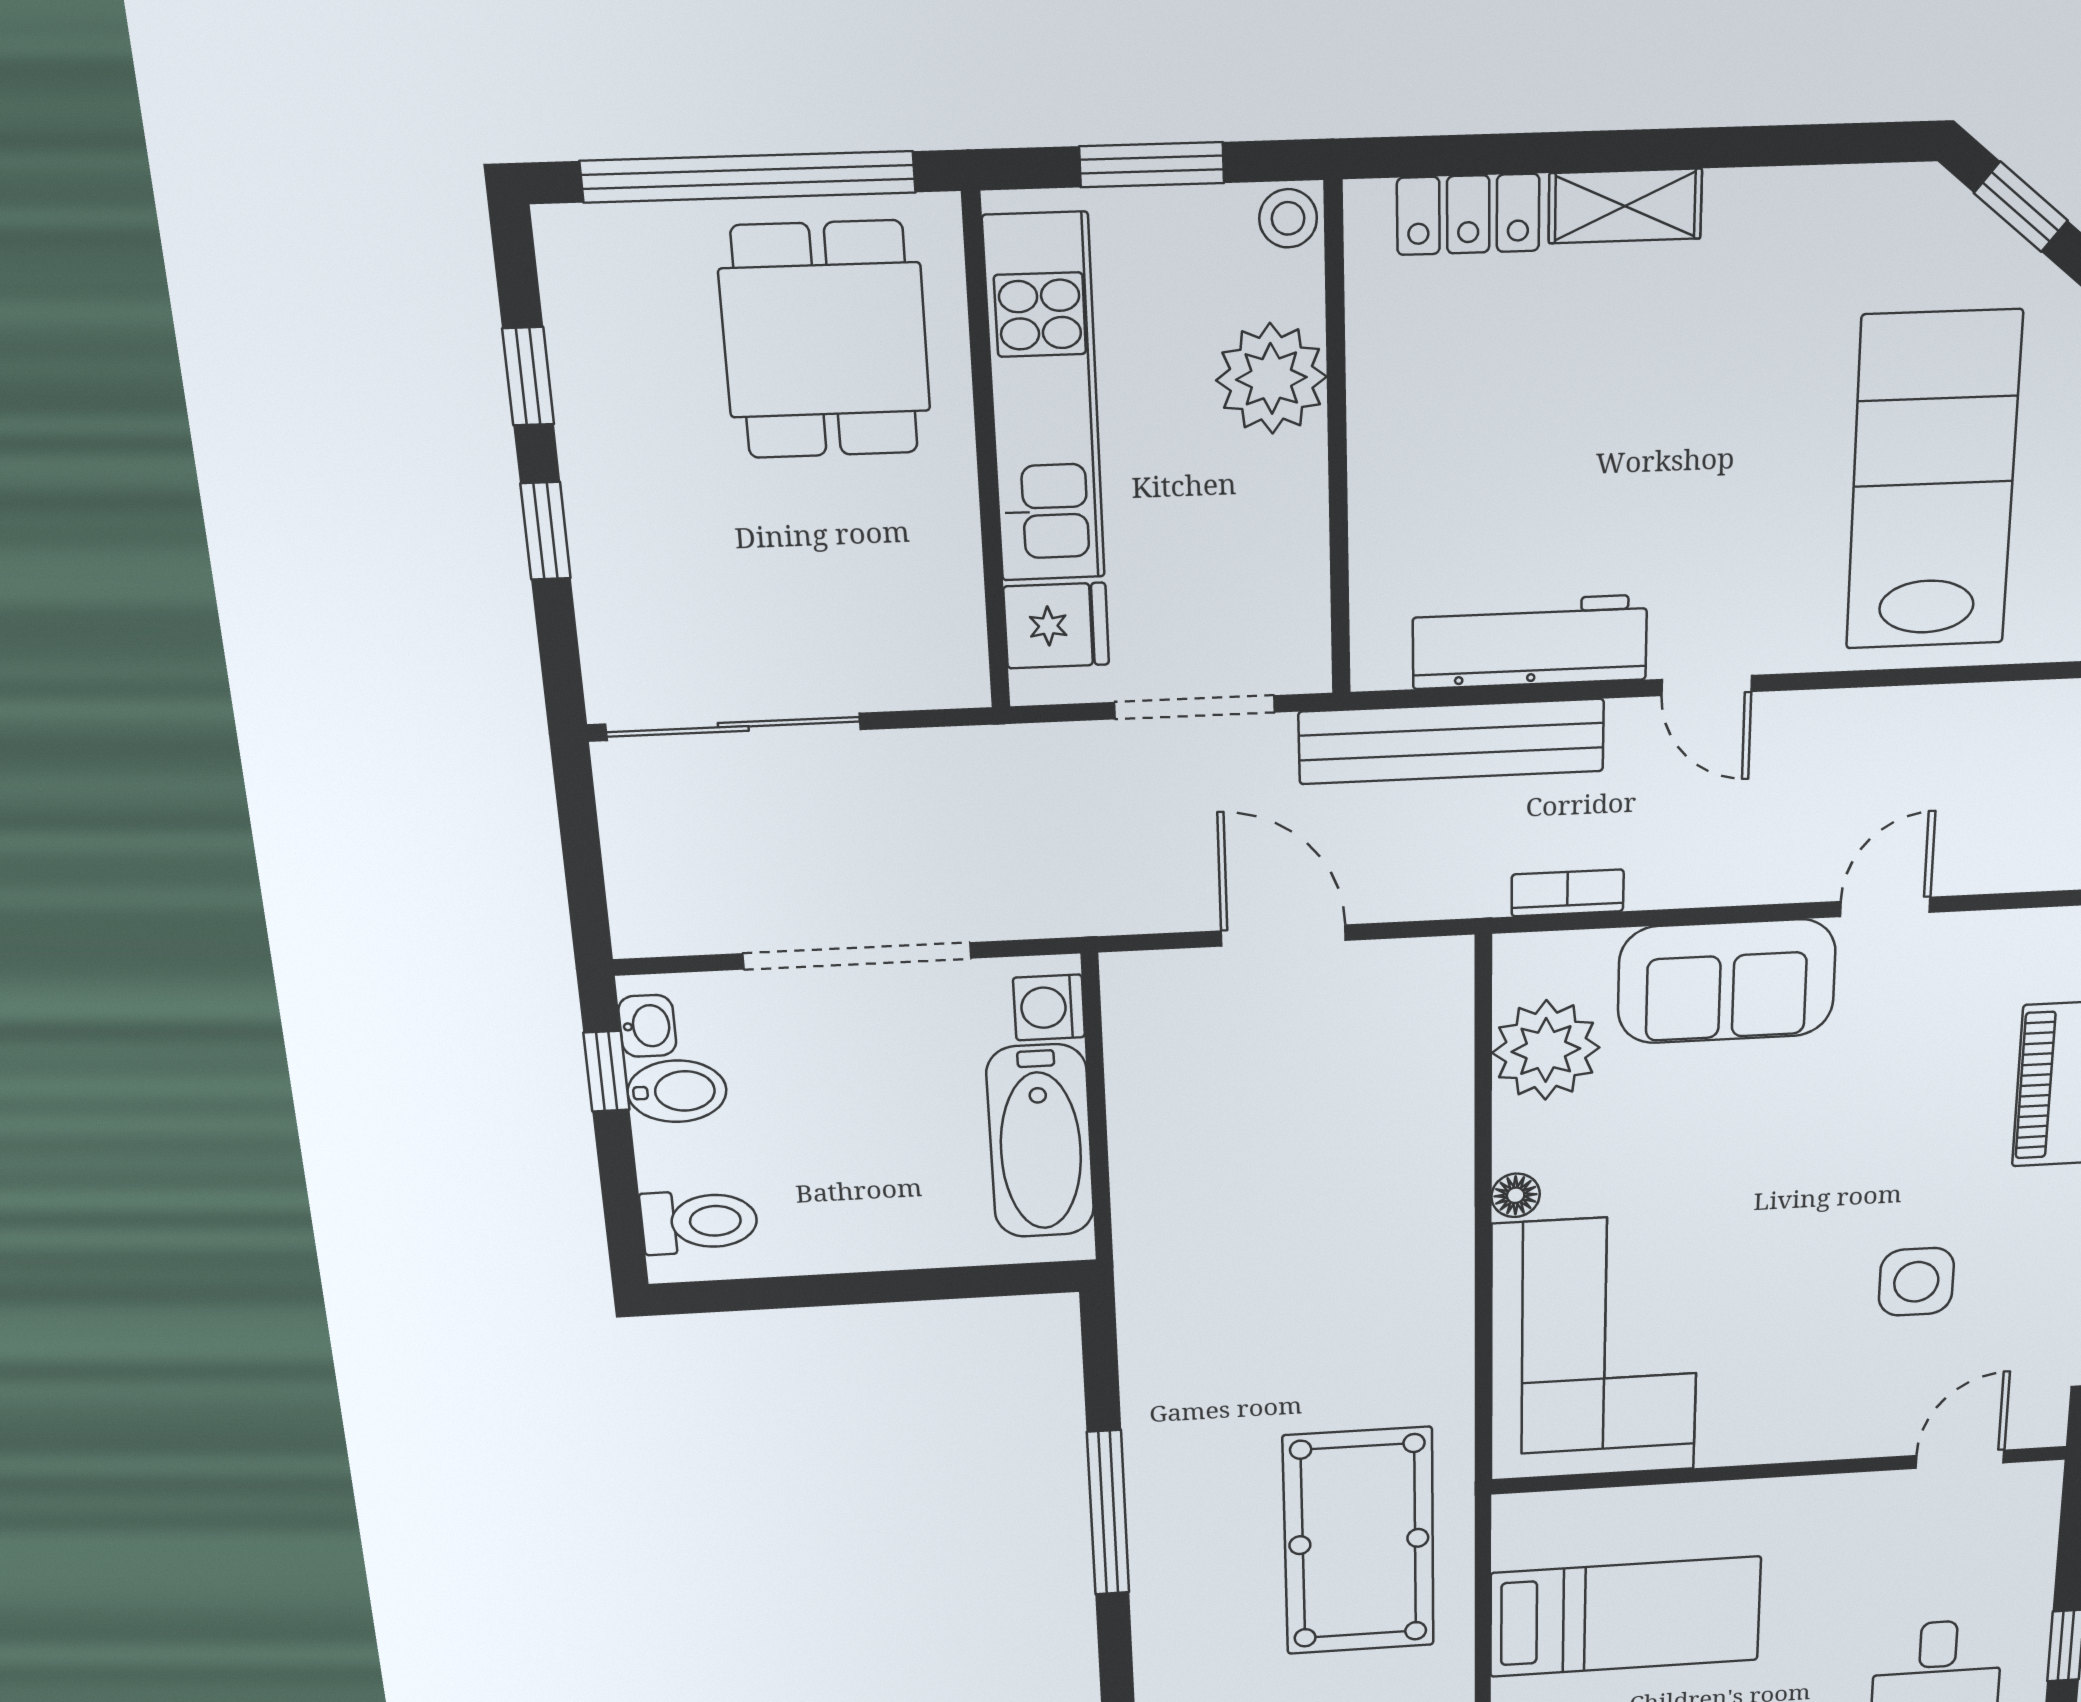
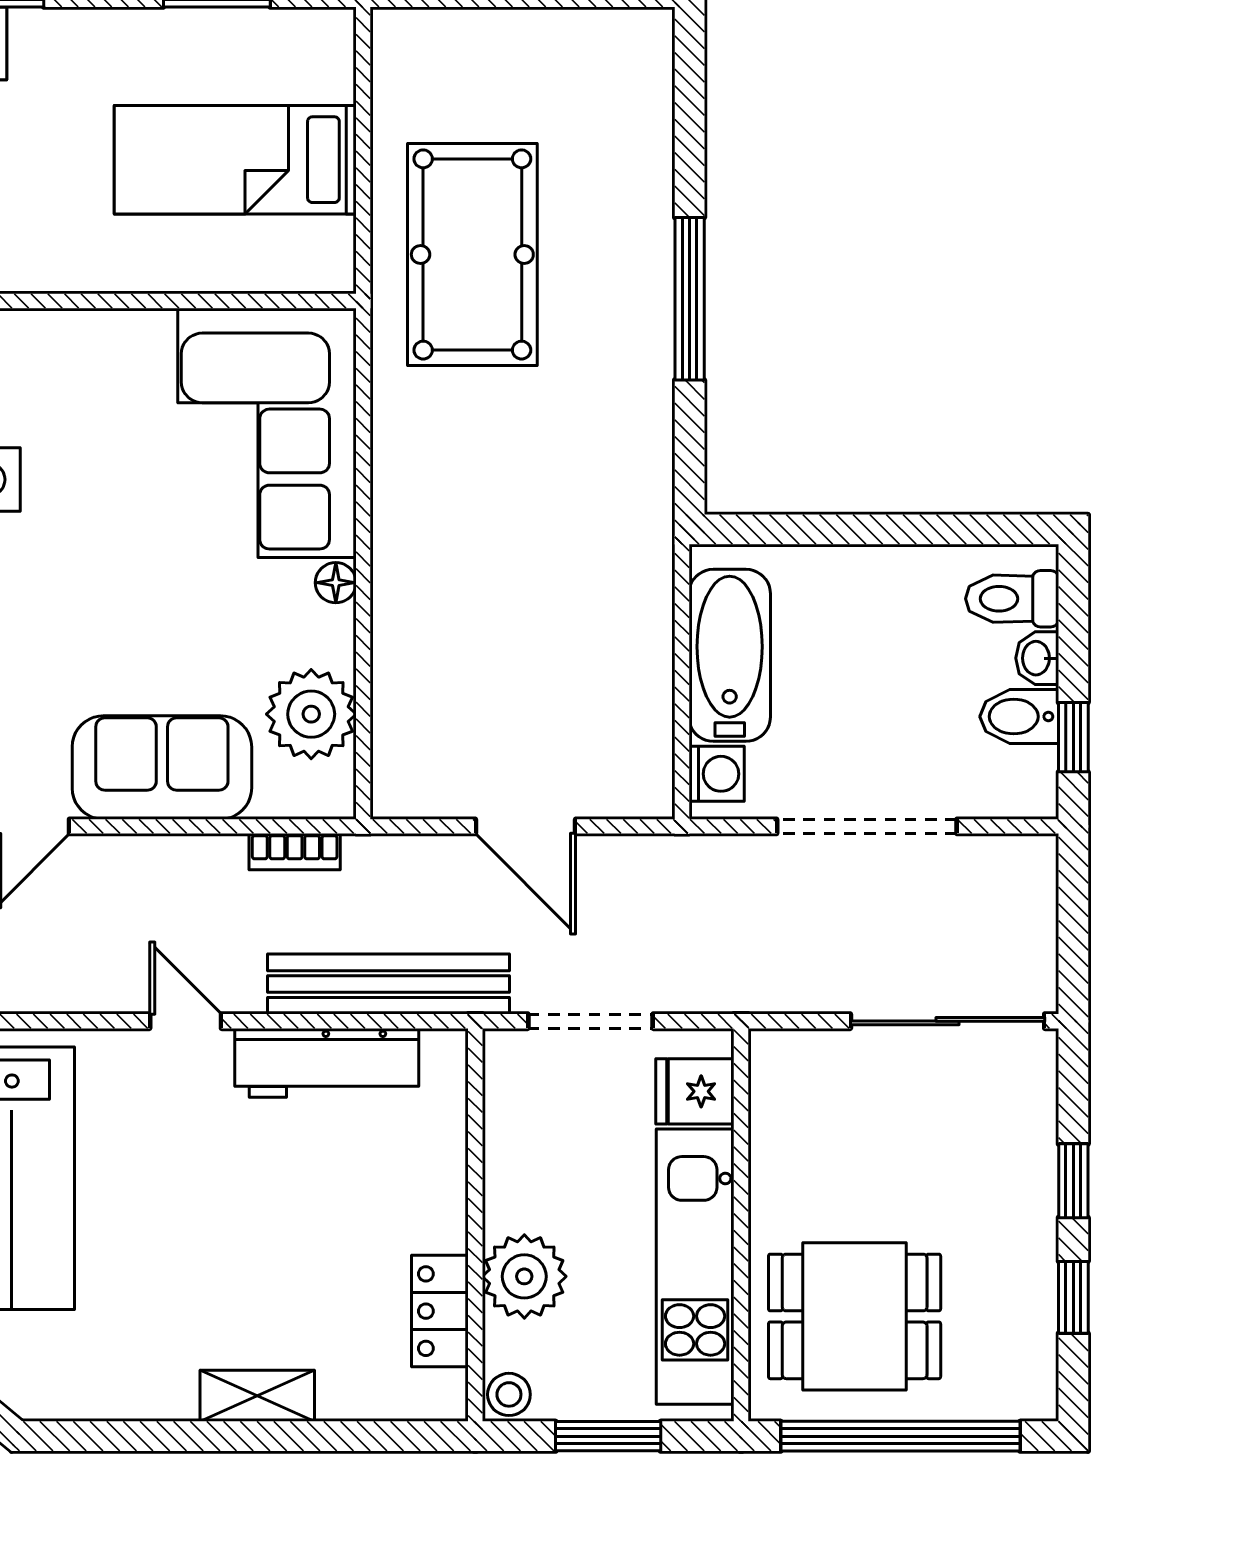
locker: (1468, 214) -> (440, 1311), moved, turned -90
dining table: (825, 340) -> (855, 1316), turned 90
washbasin: (647, 1026) -> (1037, 658), moved

